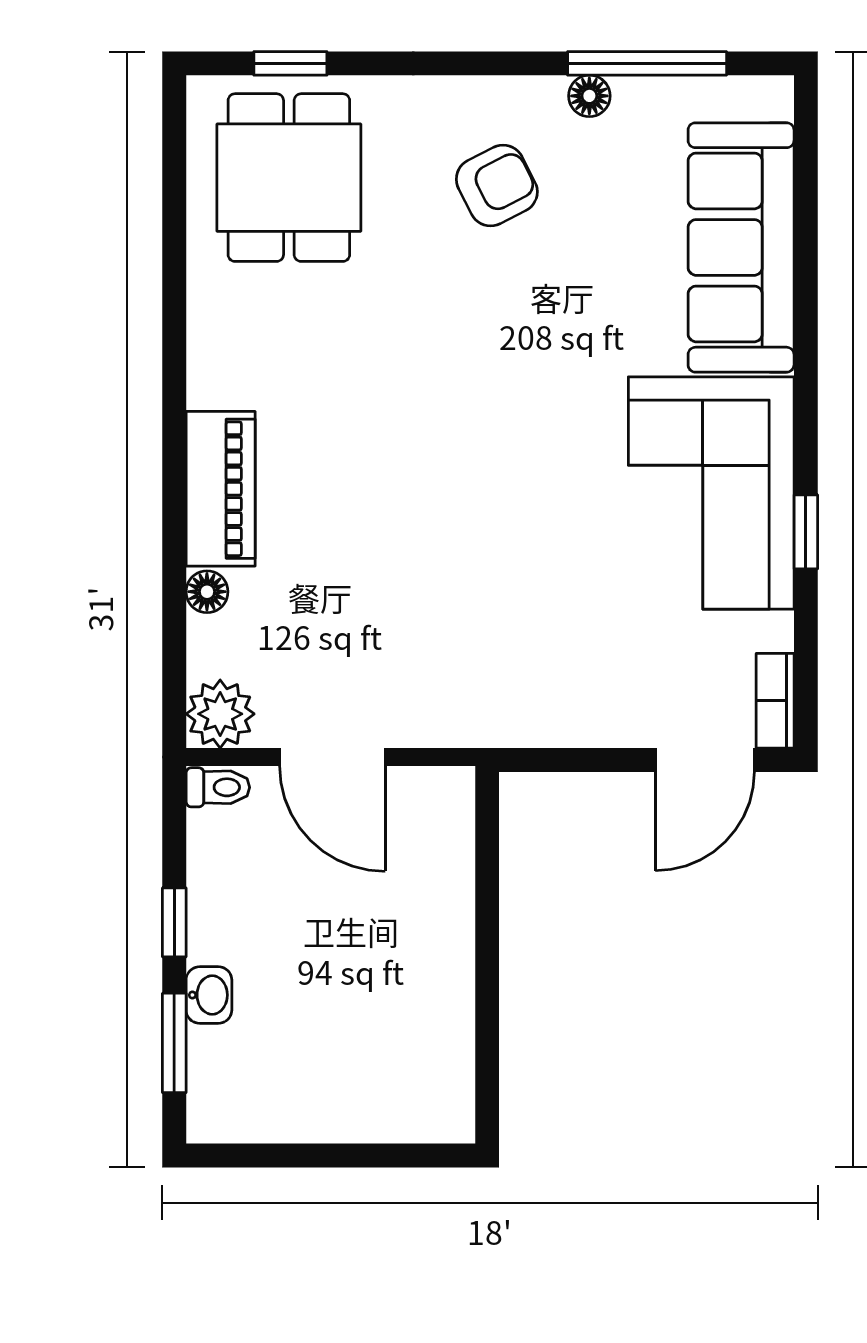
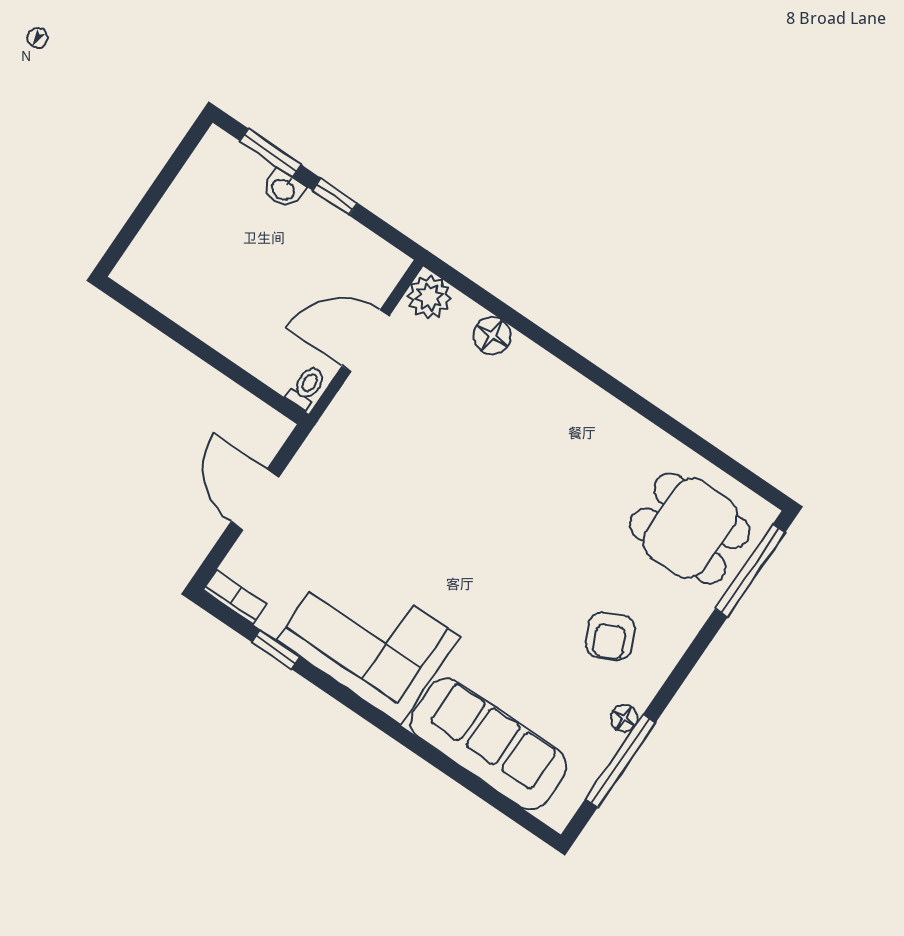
window: (290, 63) -> (750, 571), width x2.17
piano: (221, 489) -> (549, 379), removed
window: (806, 532) -> (276, 650), moved
floor lamp: (207, 592) -> (492, 336), width x1.37, depth x1.37
door: (705, 760) -> (255, 500), moved
toilet: (218, 787) -> (306, 387), moved, turned 180

